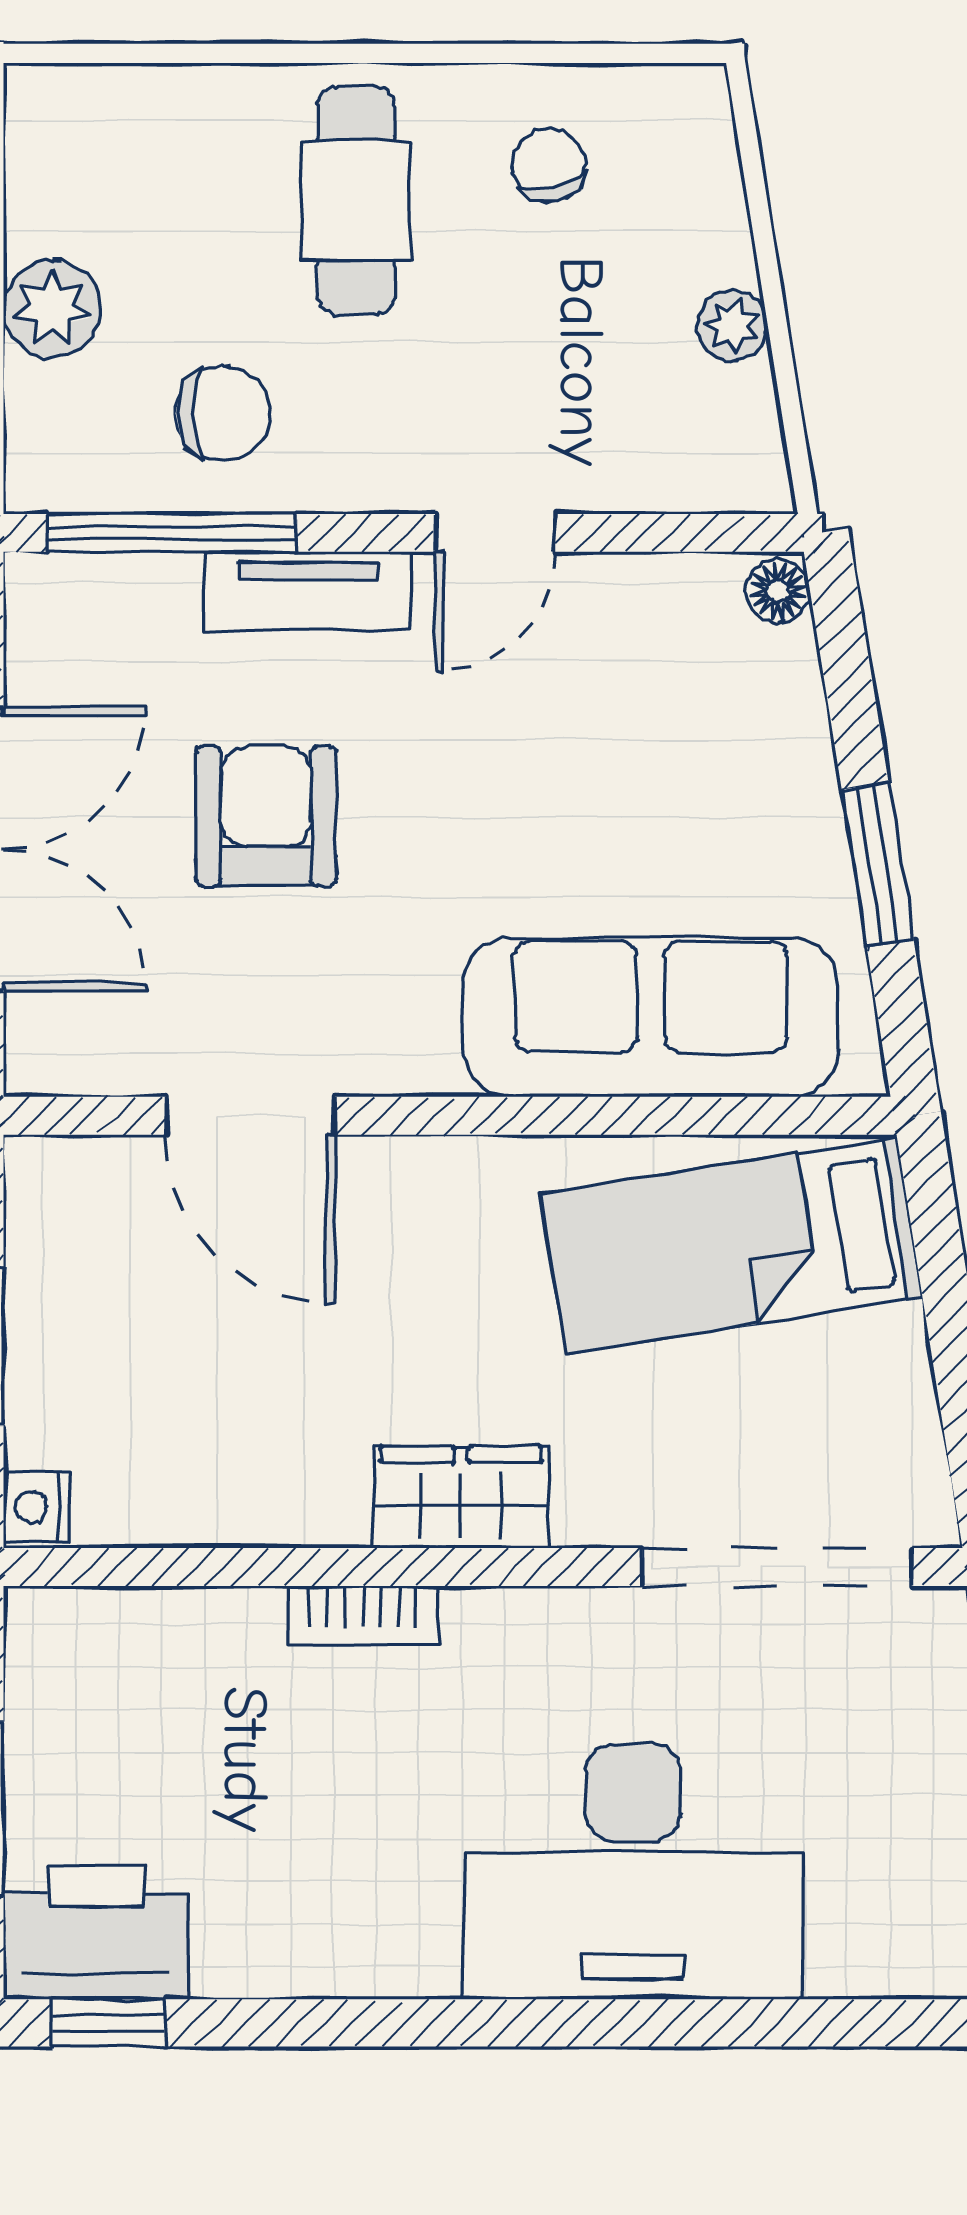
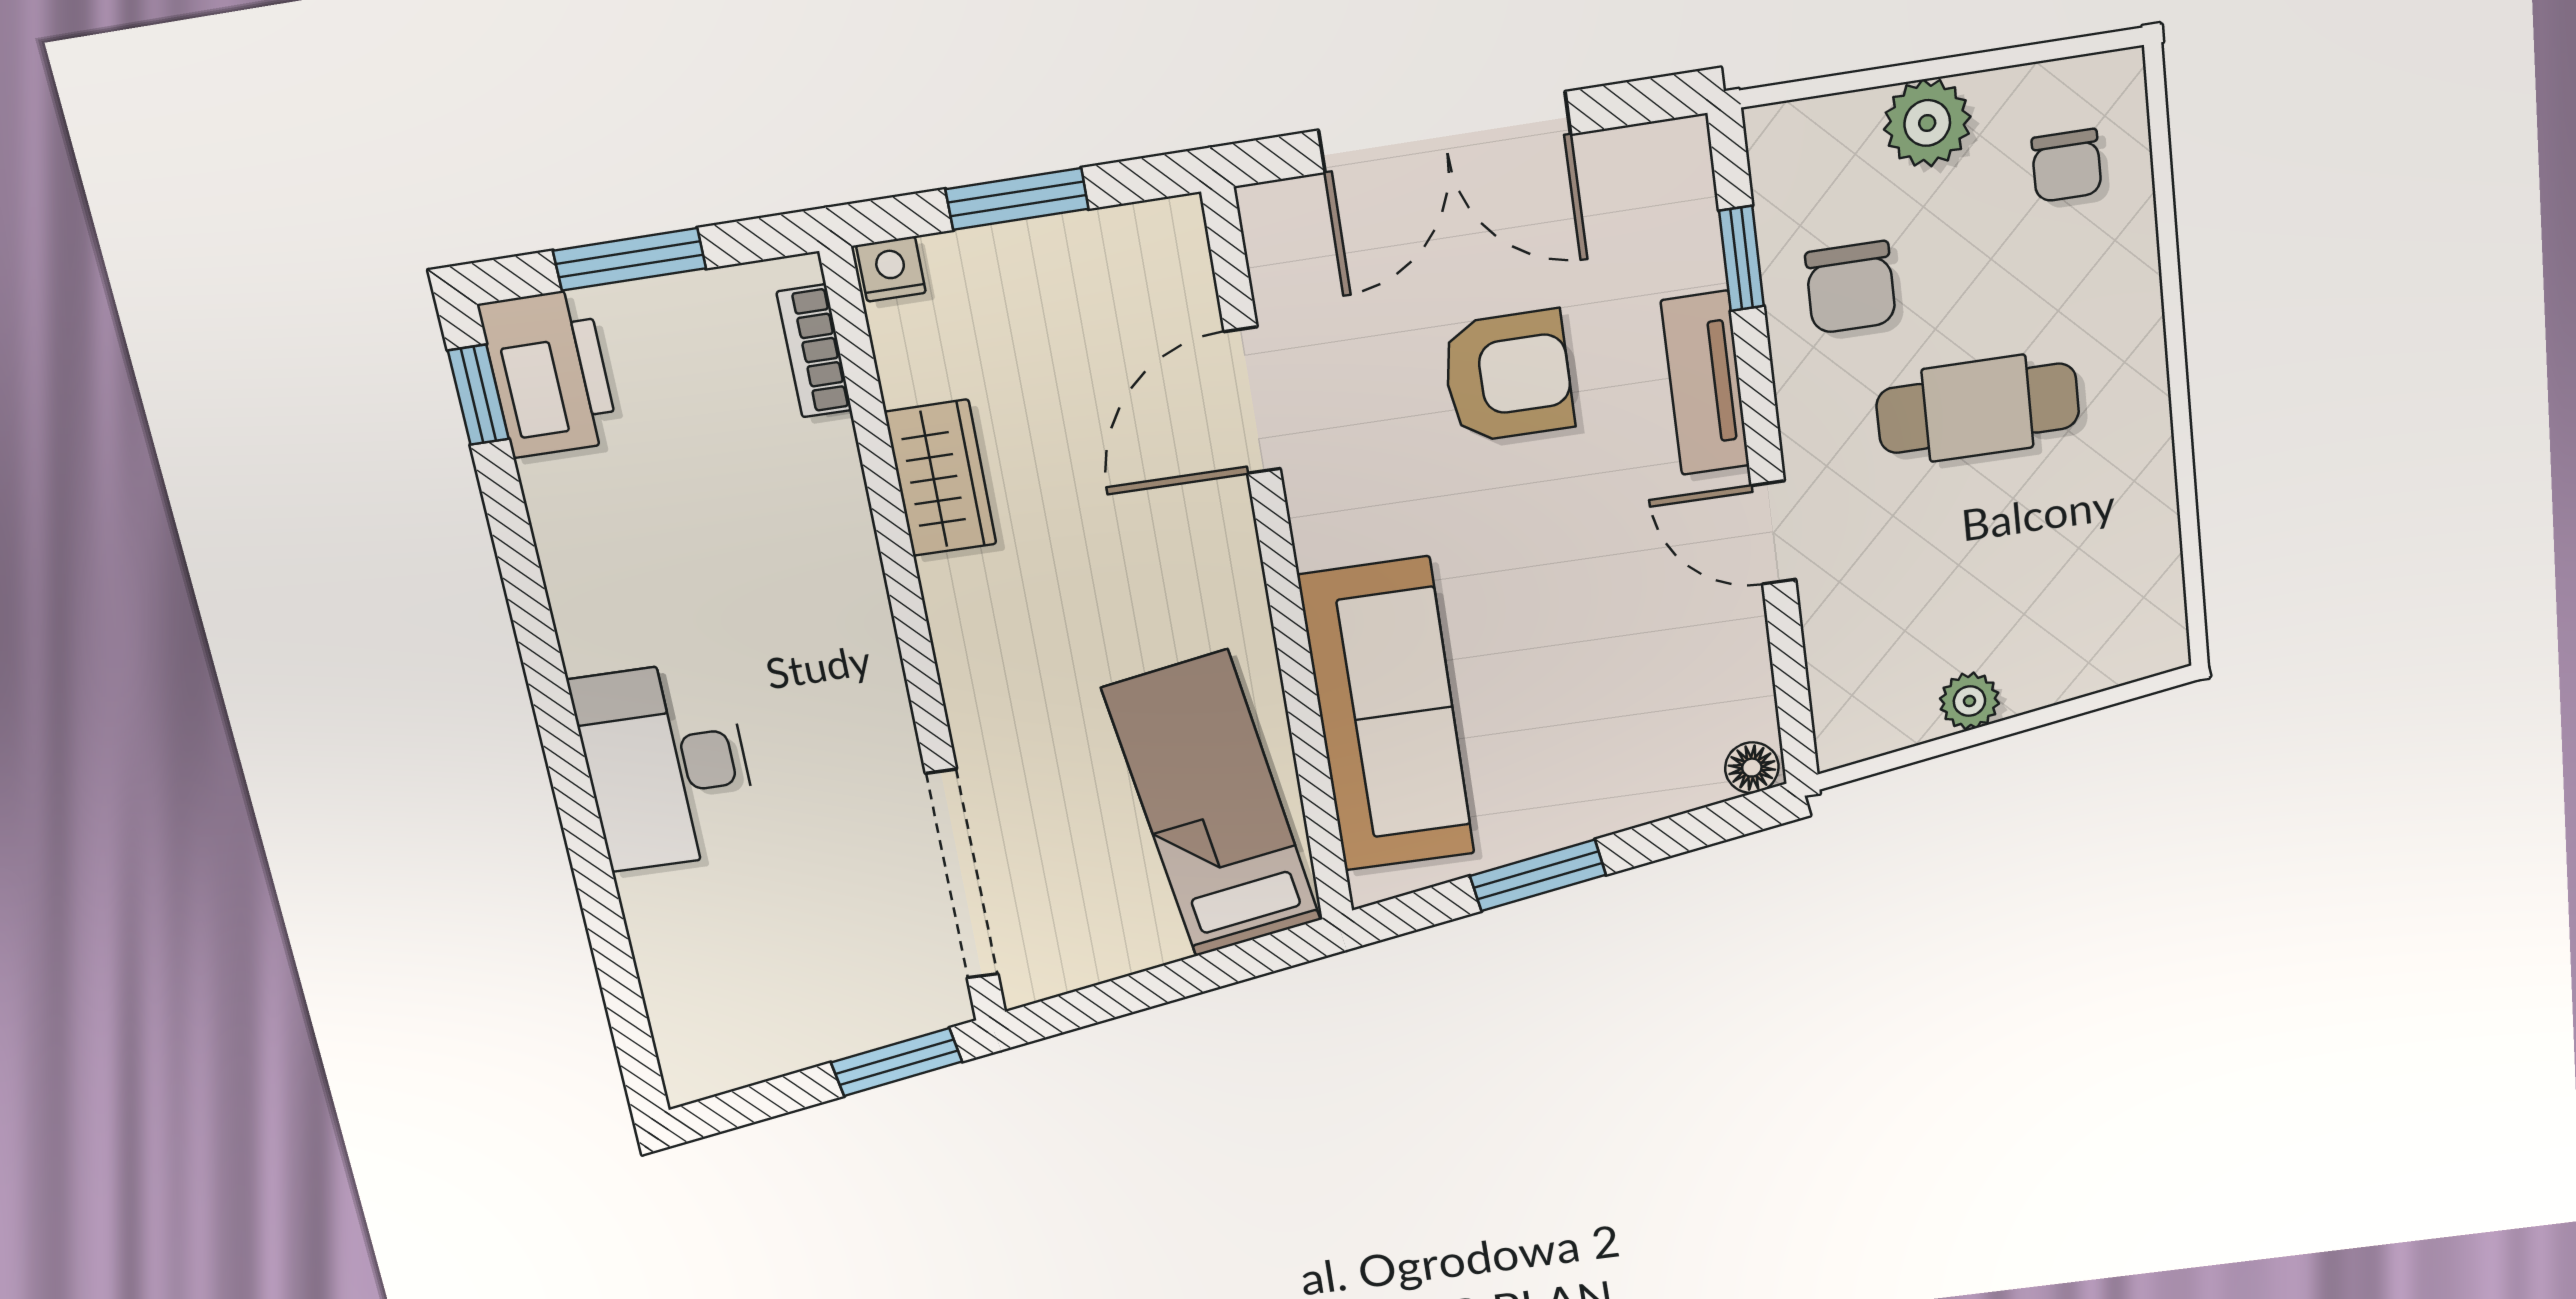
chair: (548, 165) -> (2067, 165), moved, turned 104
cafe table: (356, 201) -> (1977, 408), moved
window: (172, 533) -> (1741, 258), width x0.46
wardrobe: (461, 1497) -> (940, 478), moved
bookcase: (363, 1616) -> (814, 351), moved
desk: (633, 1872) -> (666, 766), width x0.73, depth x0.77

